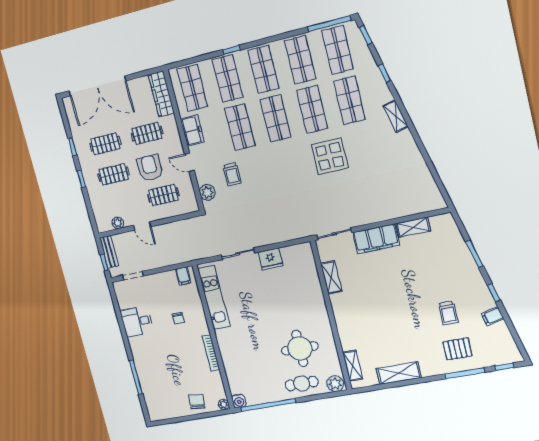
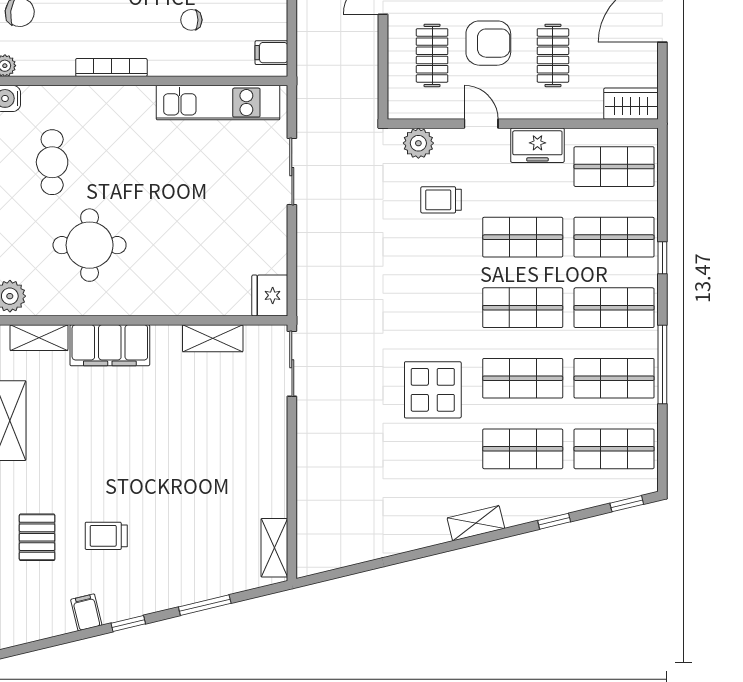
window: (329, 24) -> (662, 365), moved
wardrobe: (161, 94) -> (631, 104), width x0.67
door: (189, 162) -> (481, 124), hinge flipped
shelving: (413, 227) -> (274, 548), moved
filing cabinet: (376, 239) -> (110, 345), moved, turned -90
fridge: (270, 259) -> (270, 295), moved
cafe table: (302, 383) -> (52, 162), moved

